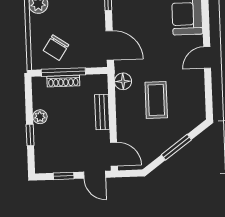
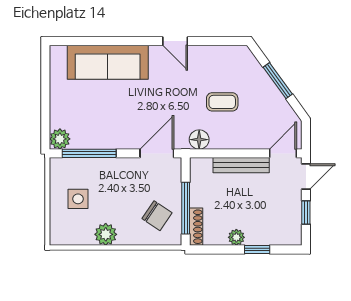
shoe rack: (63, 81) -> (196, 227), moved
coffee table: (156, 100) -> (222, 102), width x0.73, depth x0.77
bench: (102, 112) -> (241, 165), width x1.36

